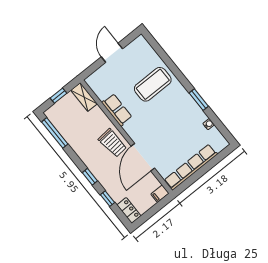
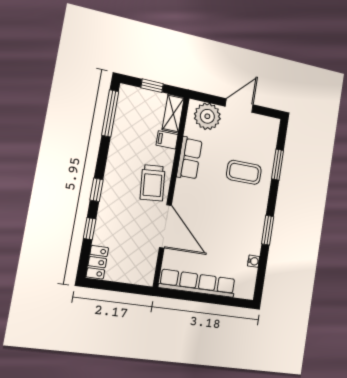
window: (166, 59) -> (278, 165), added
plant: (102, 78) -> (207, 116), added
coffee table: (153, 84) -> (244, 172), width x0.73, depth x0.76
door: (143, 157) -> (165, 226), swing flipped
filing cabinet: (160, 194) -> (167, 140), moved

